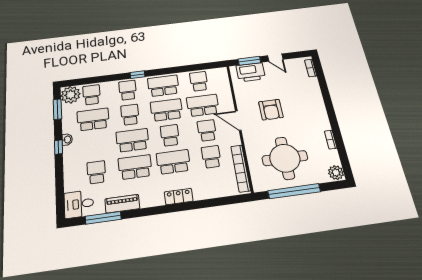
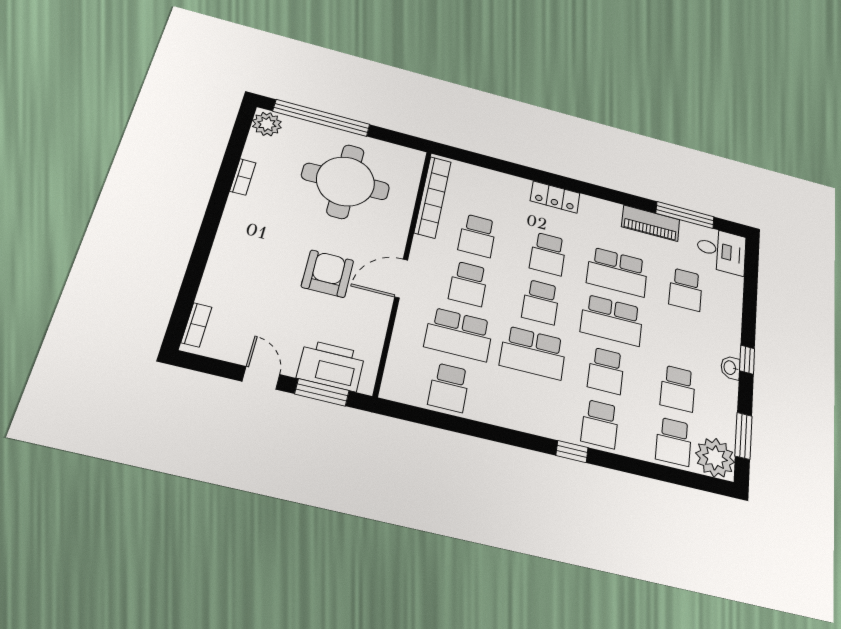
school desk: (163, 86) -> (525, 406), removed
school desk: (93, 119) -> (678, 388), width x0.54
door: (238, 121) -> (401, 278), swing flipped
school desk: (173, 162) -> (548, 254), width x0.54
window: (294, 191) -> (321, 118), moved

